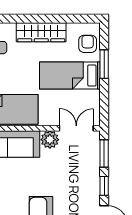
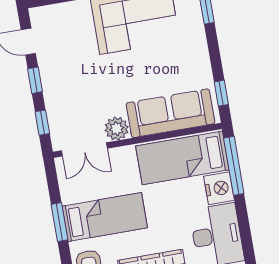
window: (104, 64) -> (59, 222), moved
window: (104, 153) -> (42, 123), width x0.67

